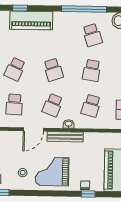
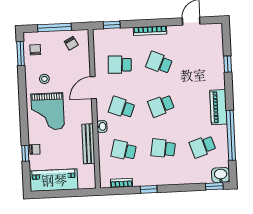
piano: (31, 20) -> (218, 107), moved, width x0.73, depth x0.75
door: (33, 129) -> (93, 88), hinge flipped
bench: (65, 137) -> (88, 144), moved
grand piano: (52, 172) -> (48, 112), turned 180

